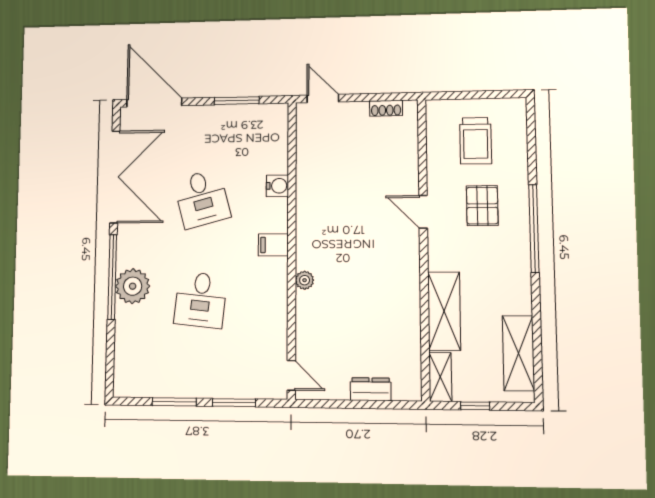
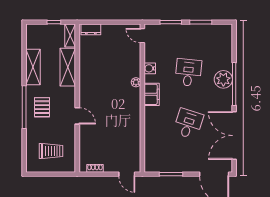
trolley: (476, 141) -> (51, 151), turned 90
water cooler: (277, 186) -> (150, 68), moved
desk: (202, 199) -> (188, 124), turned 33
pallet: (482, 206) -> (42, 107), moved
filing cabinet: (273, 245) -> (152, 94), width x2.00
shelving: (518, 353) -> (33, 67), moved
dresser: (371, 389) -> (91, 29), moved

